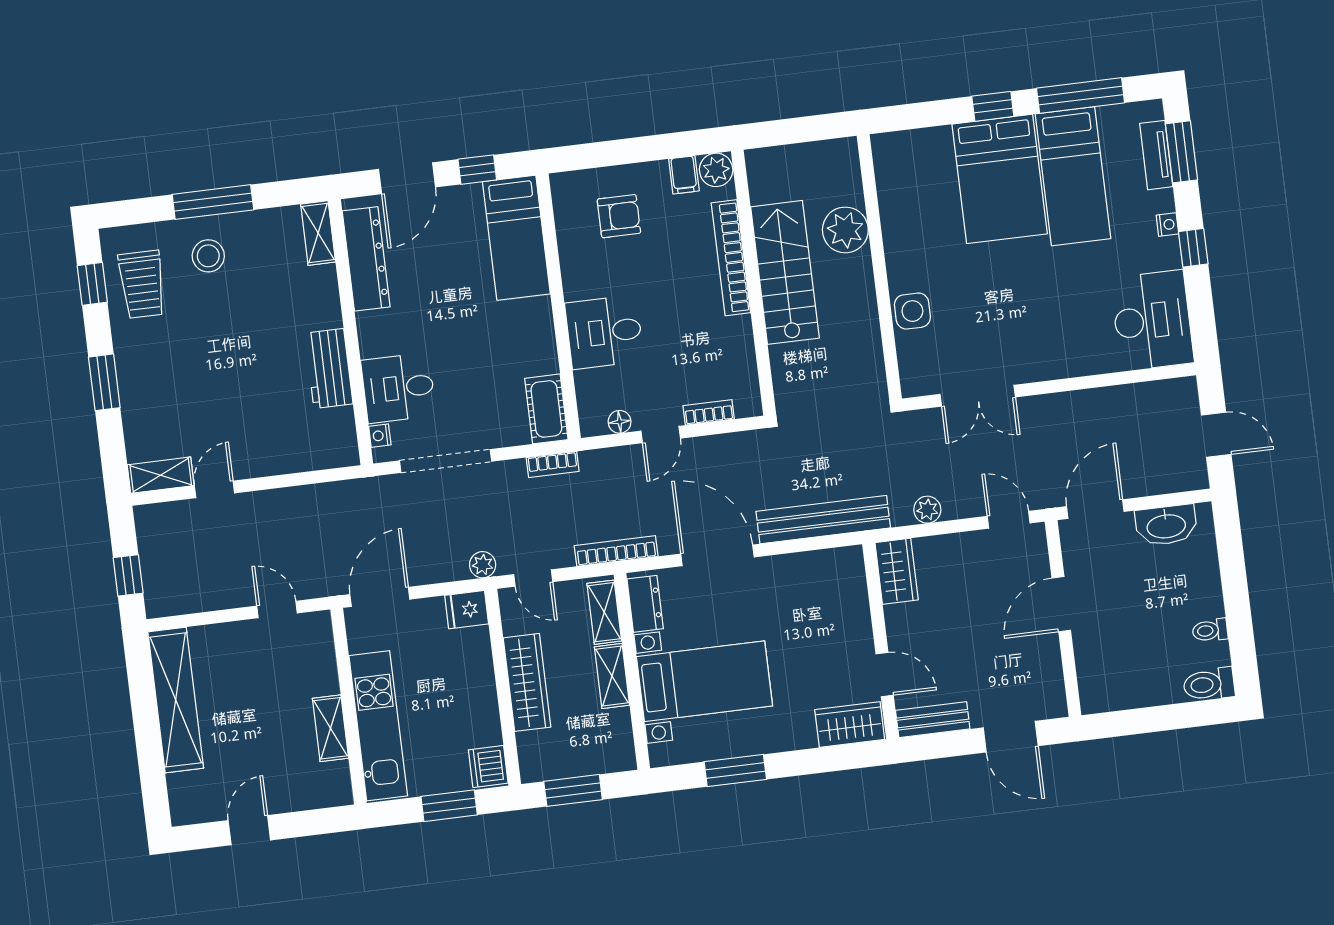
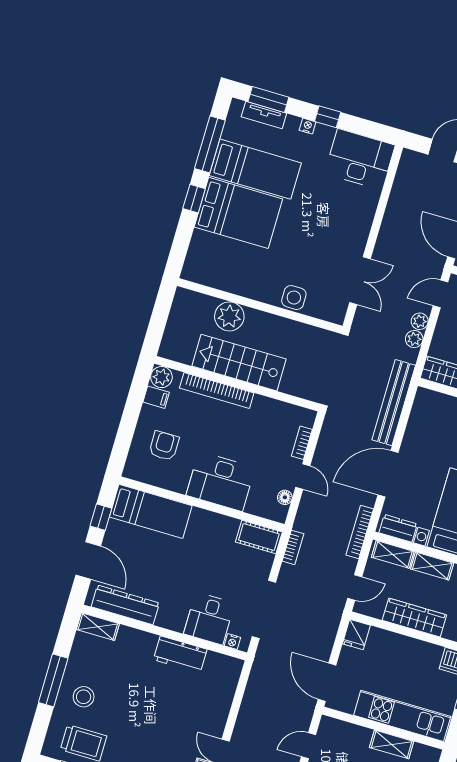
desk: (604, 332) -> (221, 481), width x1.37
plant: (483, 565) -> (420, 321), moved

